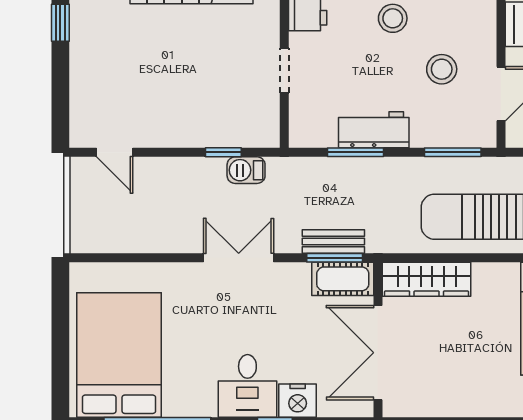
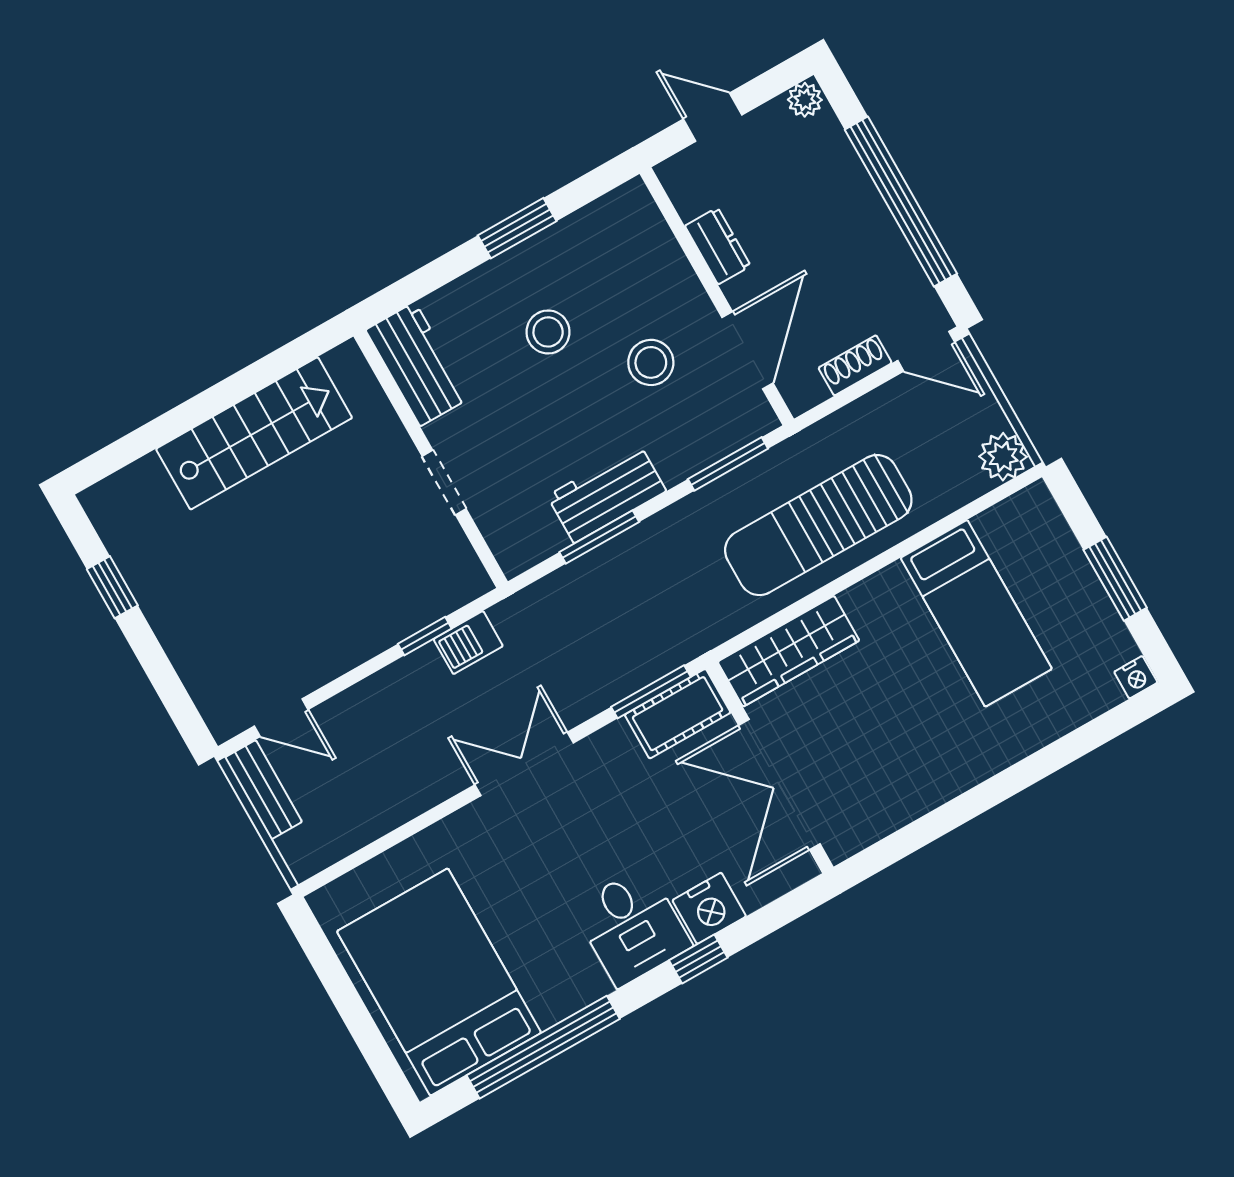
bench: (333, 242) -> (263, 790), moved, turned 90

